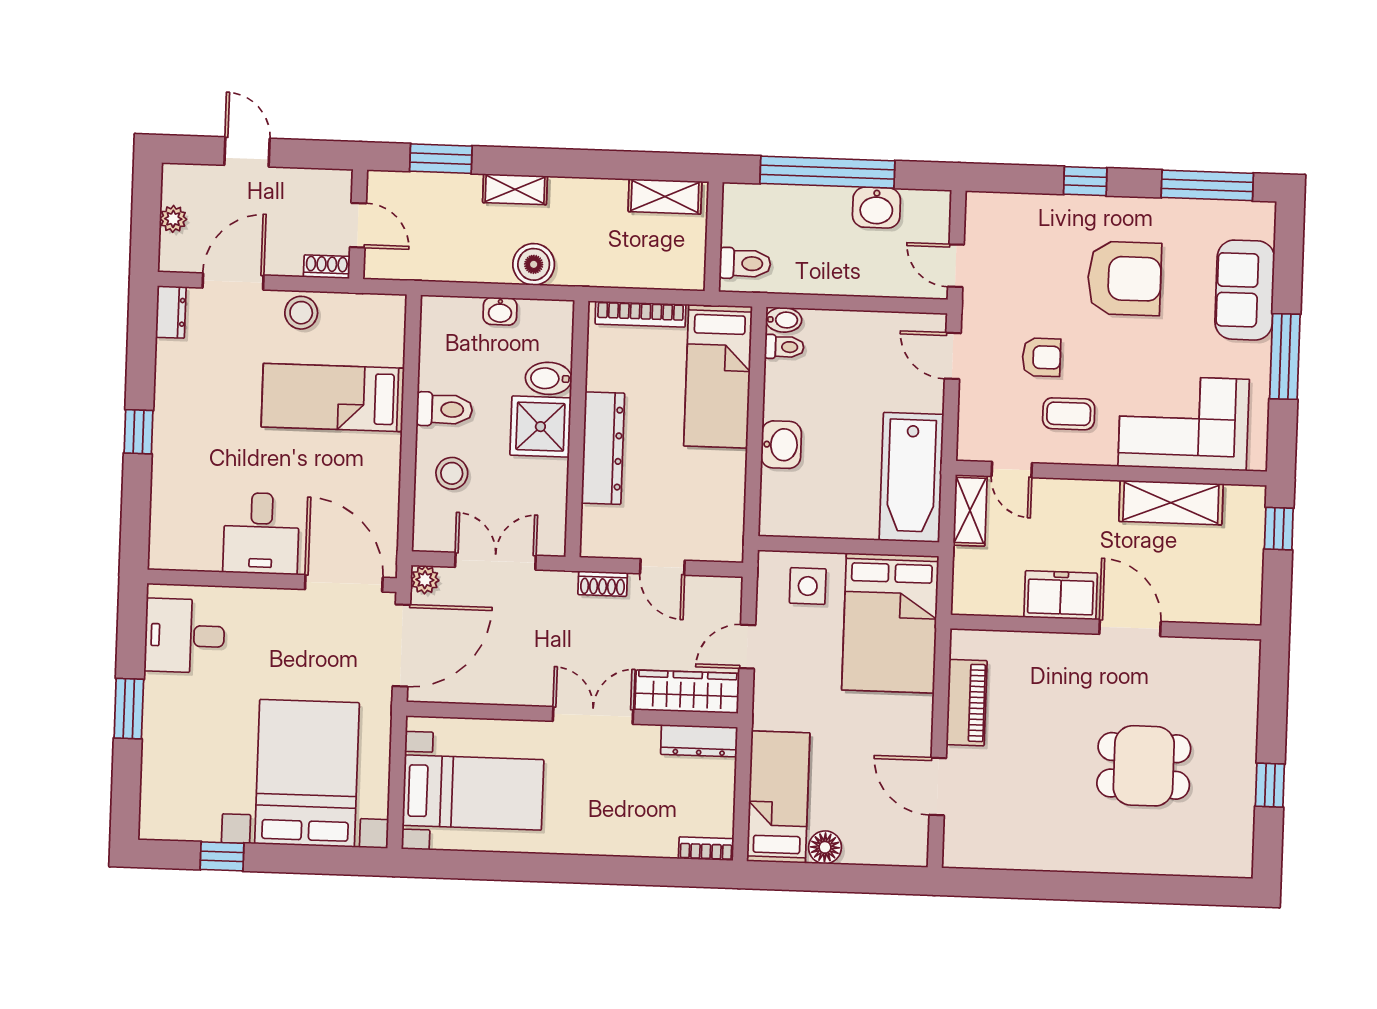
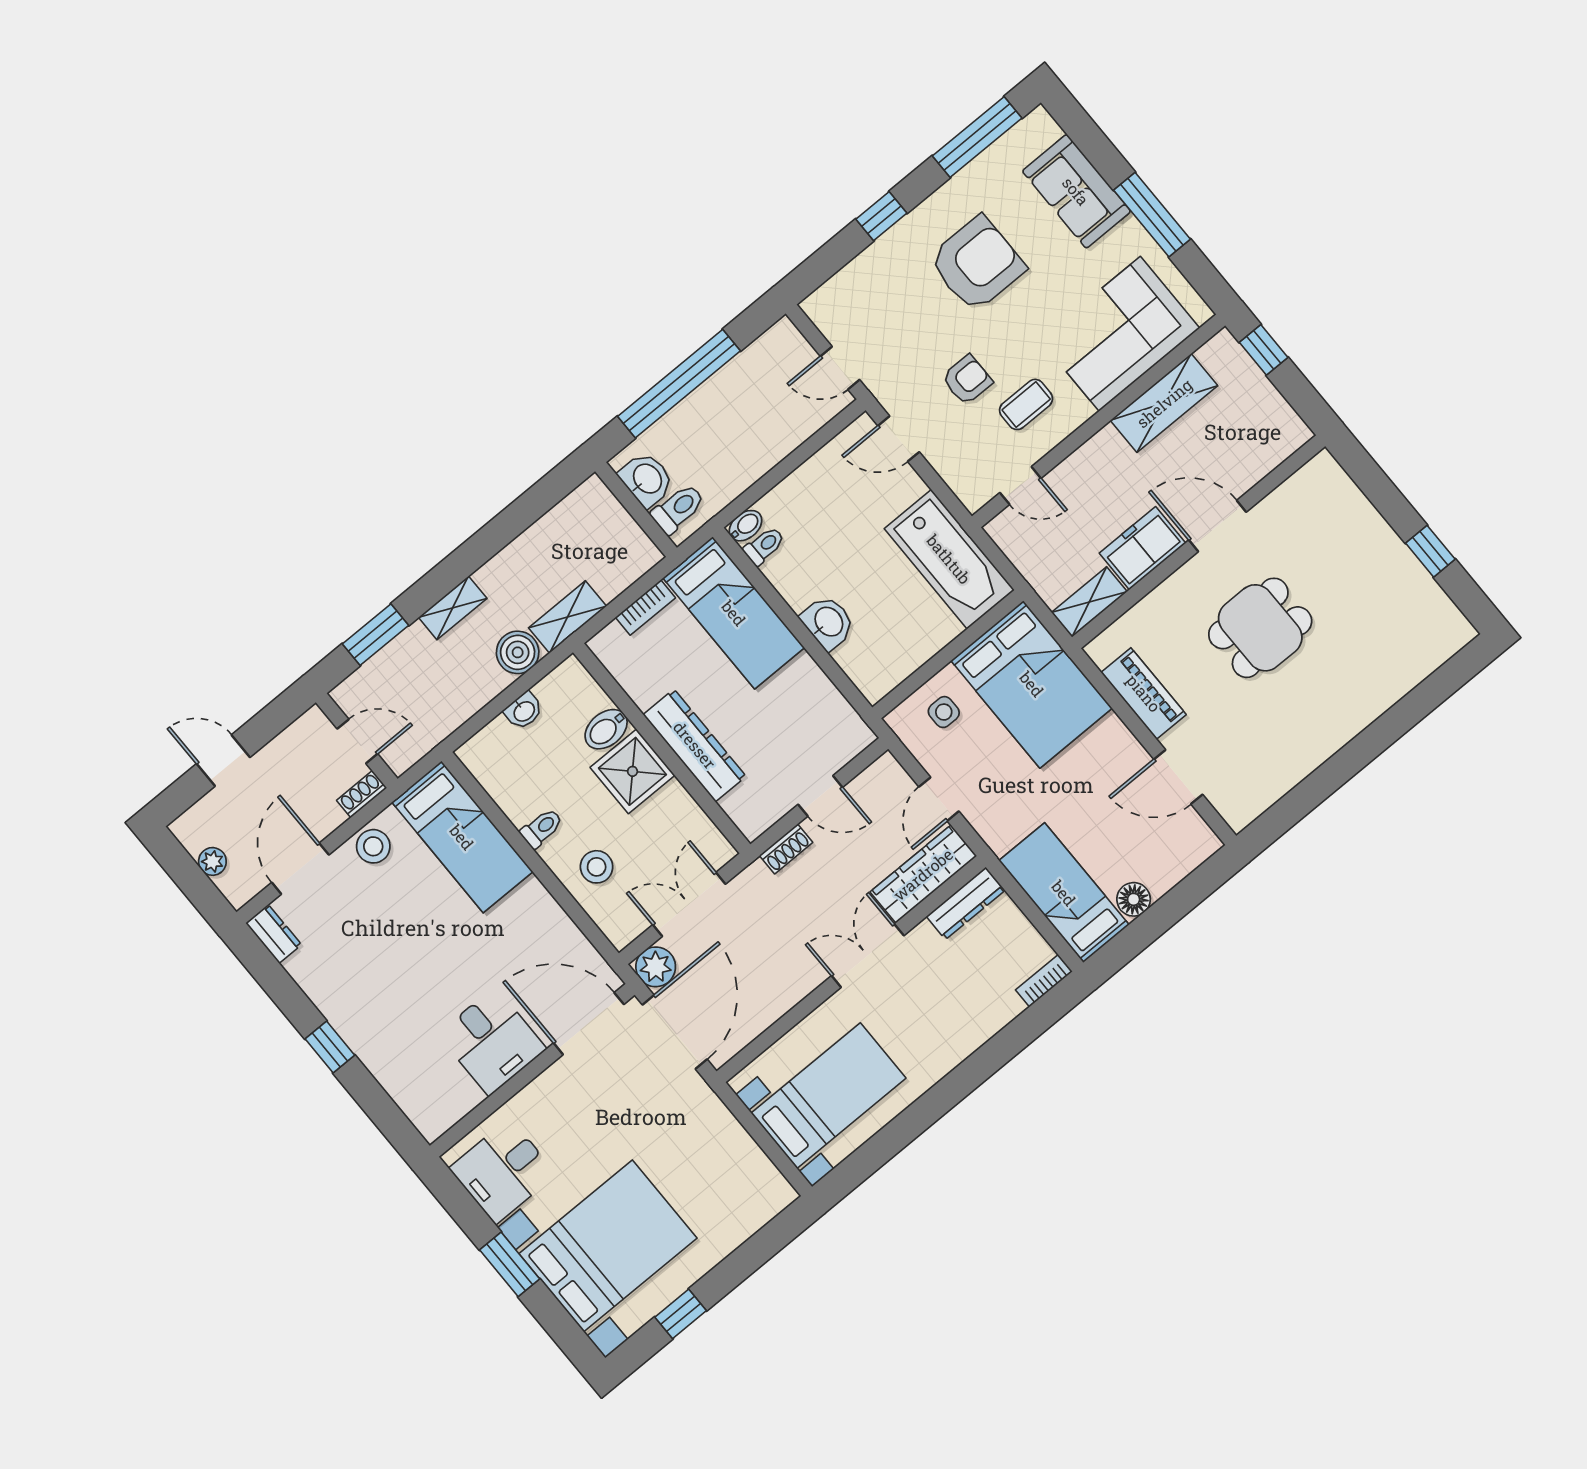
shelving: (665, 197) -> (567, 617), moved
washbasin: (876, 208) -> (647, 479), moved, turned -90
bookcase: (640, 314) -> (645, 608), width x0.64
bed: (333, 397) -> (462, 837), moved, turned -90
toilet: (444, 409) -> (542, 828), width x0.73, depth x0.72
shelving: (970, 510) -> (1089, 602), moved, turned 90
plant: (425, 580) -> (656, 967), width x1.38, depth x1.38
side table: (808, 586) -> (944, 712), width x0.73, depth x0.73
dining table: (1144, 766) -> (1260, 628), moved
bed with nightstands: (307, 773) -> (608, 1246), moved, turned 90

